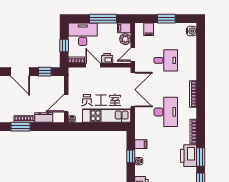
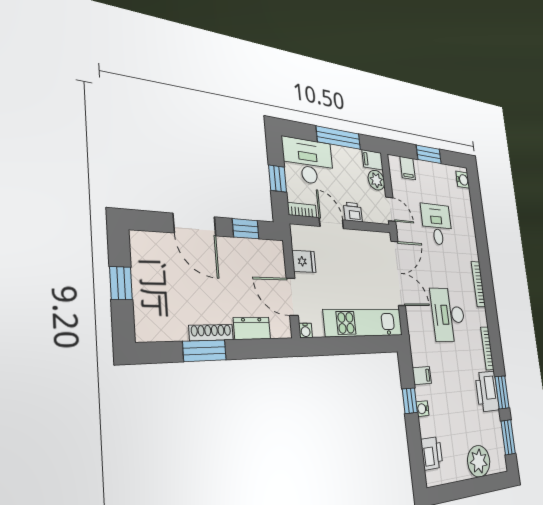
door: (133, 54) -> (391, 209), swing flipped
desk: (166, 60) -> (437, 224), turned -90
fridge: (75, 86) -> (304, 261), added
door: (66, 103) -> (292, 297), hinge flipped
desk: (166, 112) -> (448, 315), turned 180

